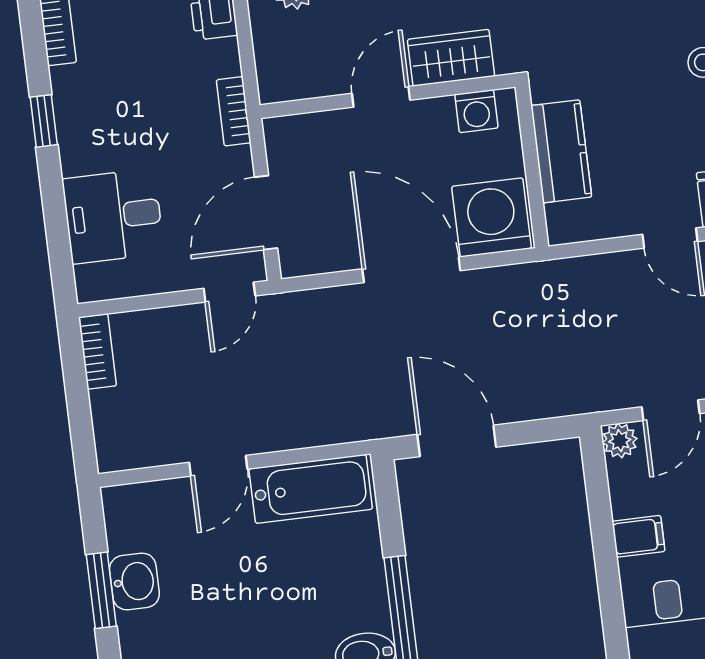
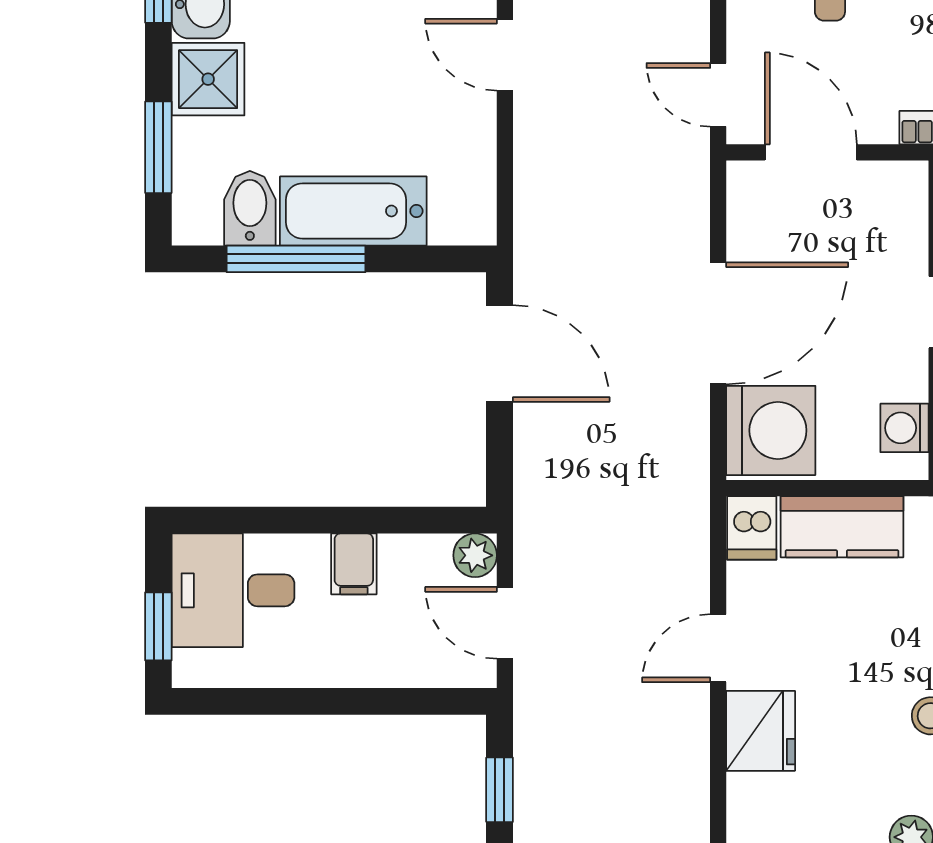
dishwasher: (571, 223) -> (752, 528), added
door: (457, 441) -> (500, 353), hinge flipped
bathtub: (311, 489) -> (353, 211), moved, turned 90

